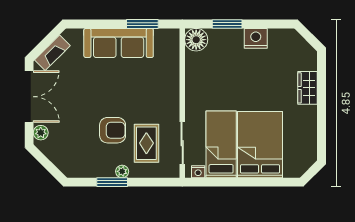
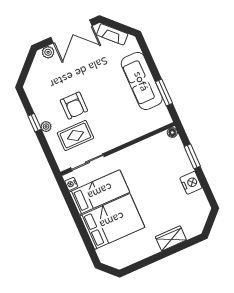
floor lamp: (196, 40) -> (172, 133), width x0.53, depth x0.53
window: (112, 182) -> (35, 123), width x0.67

